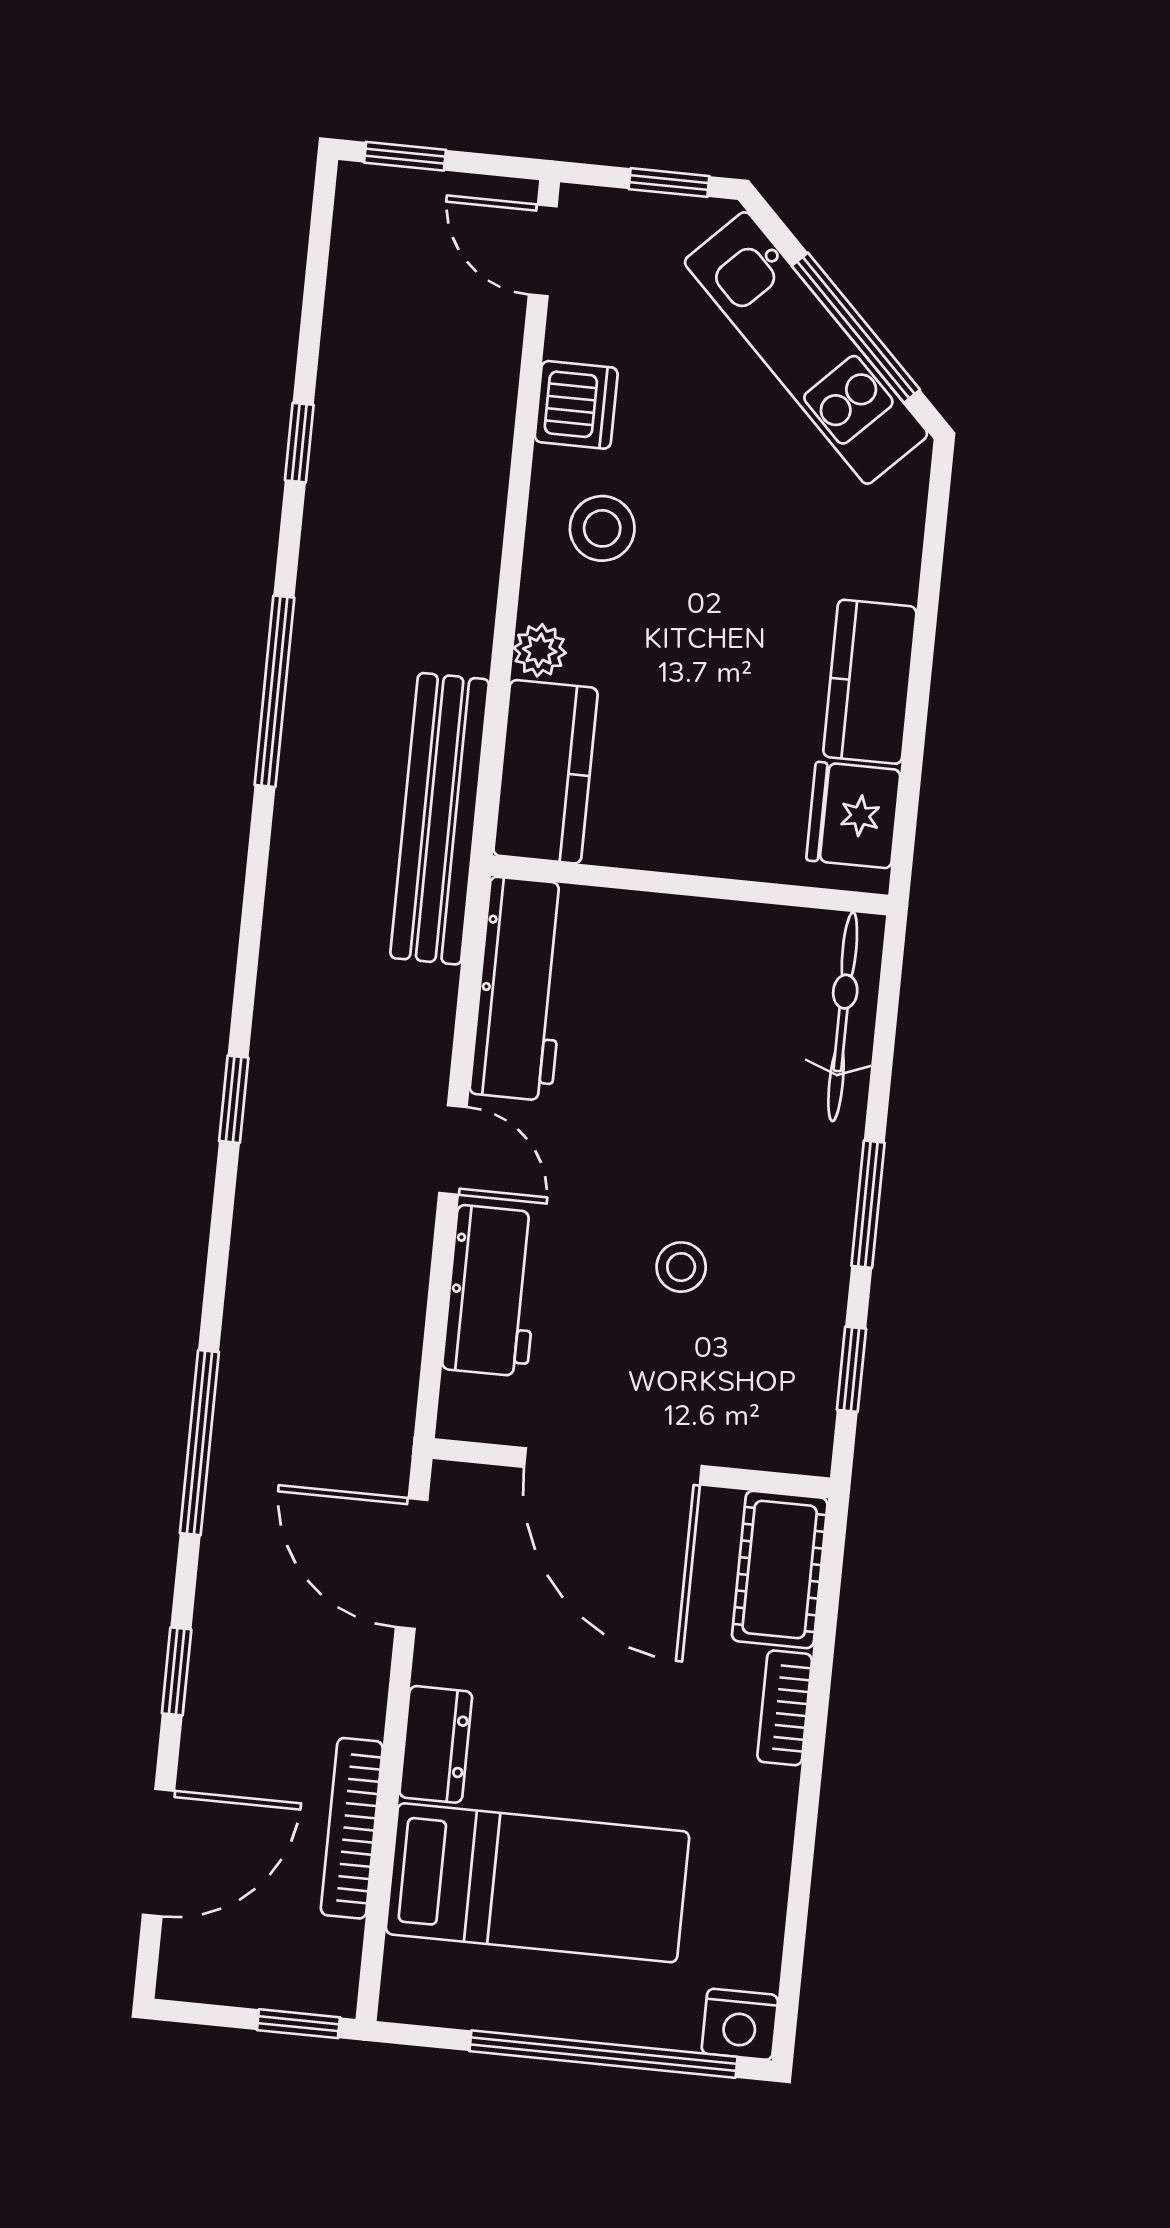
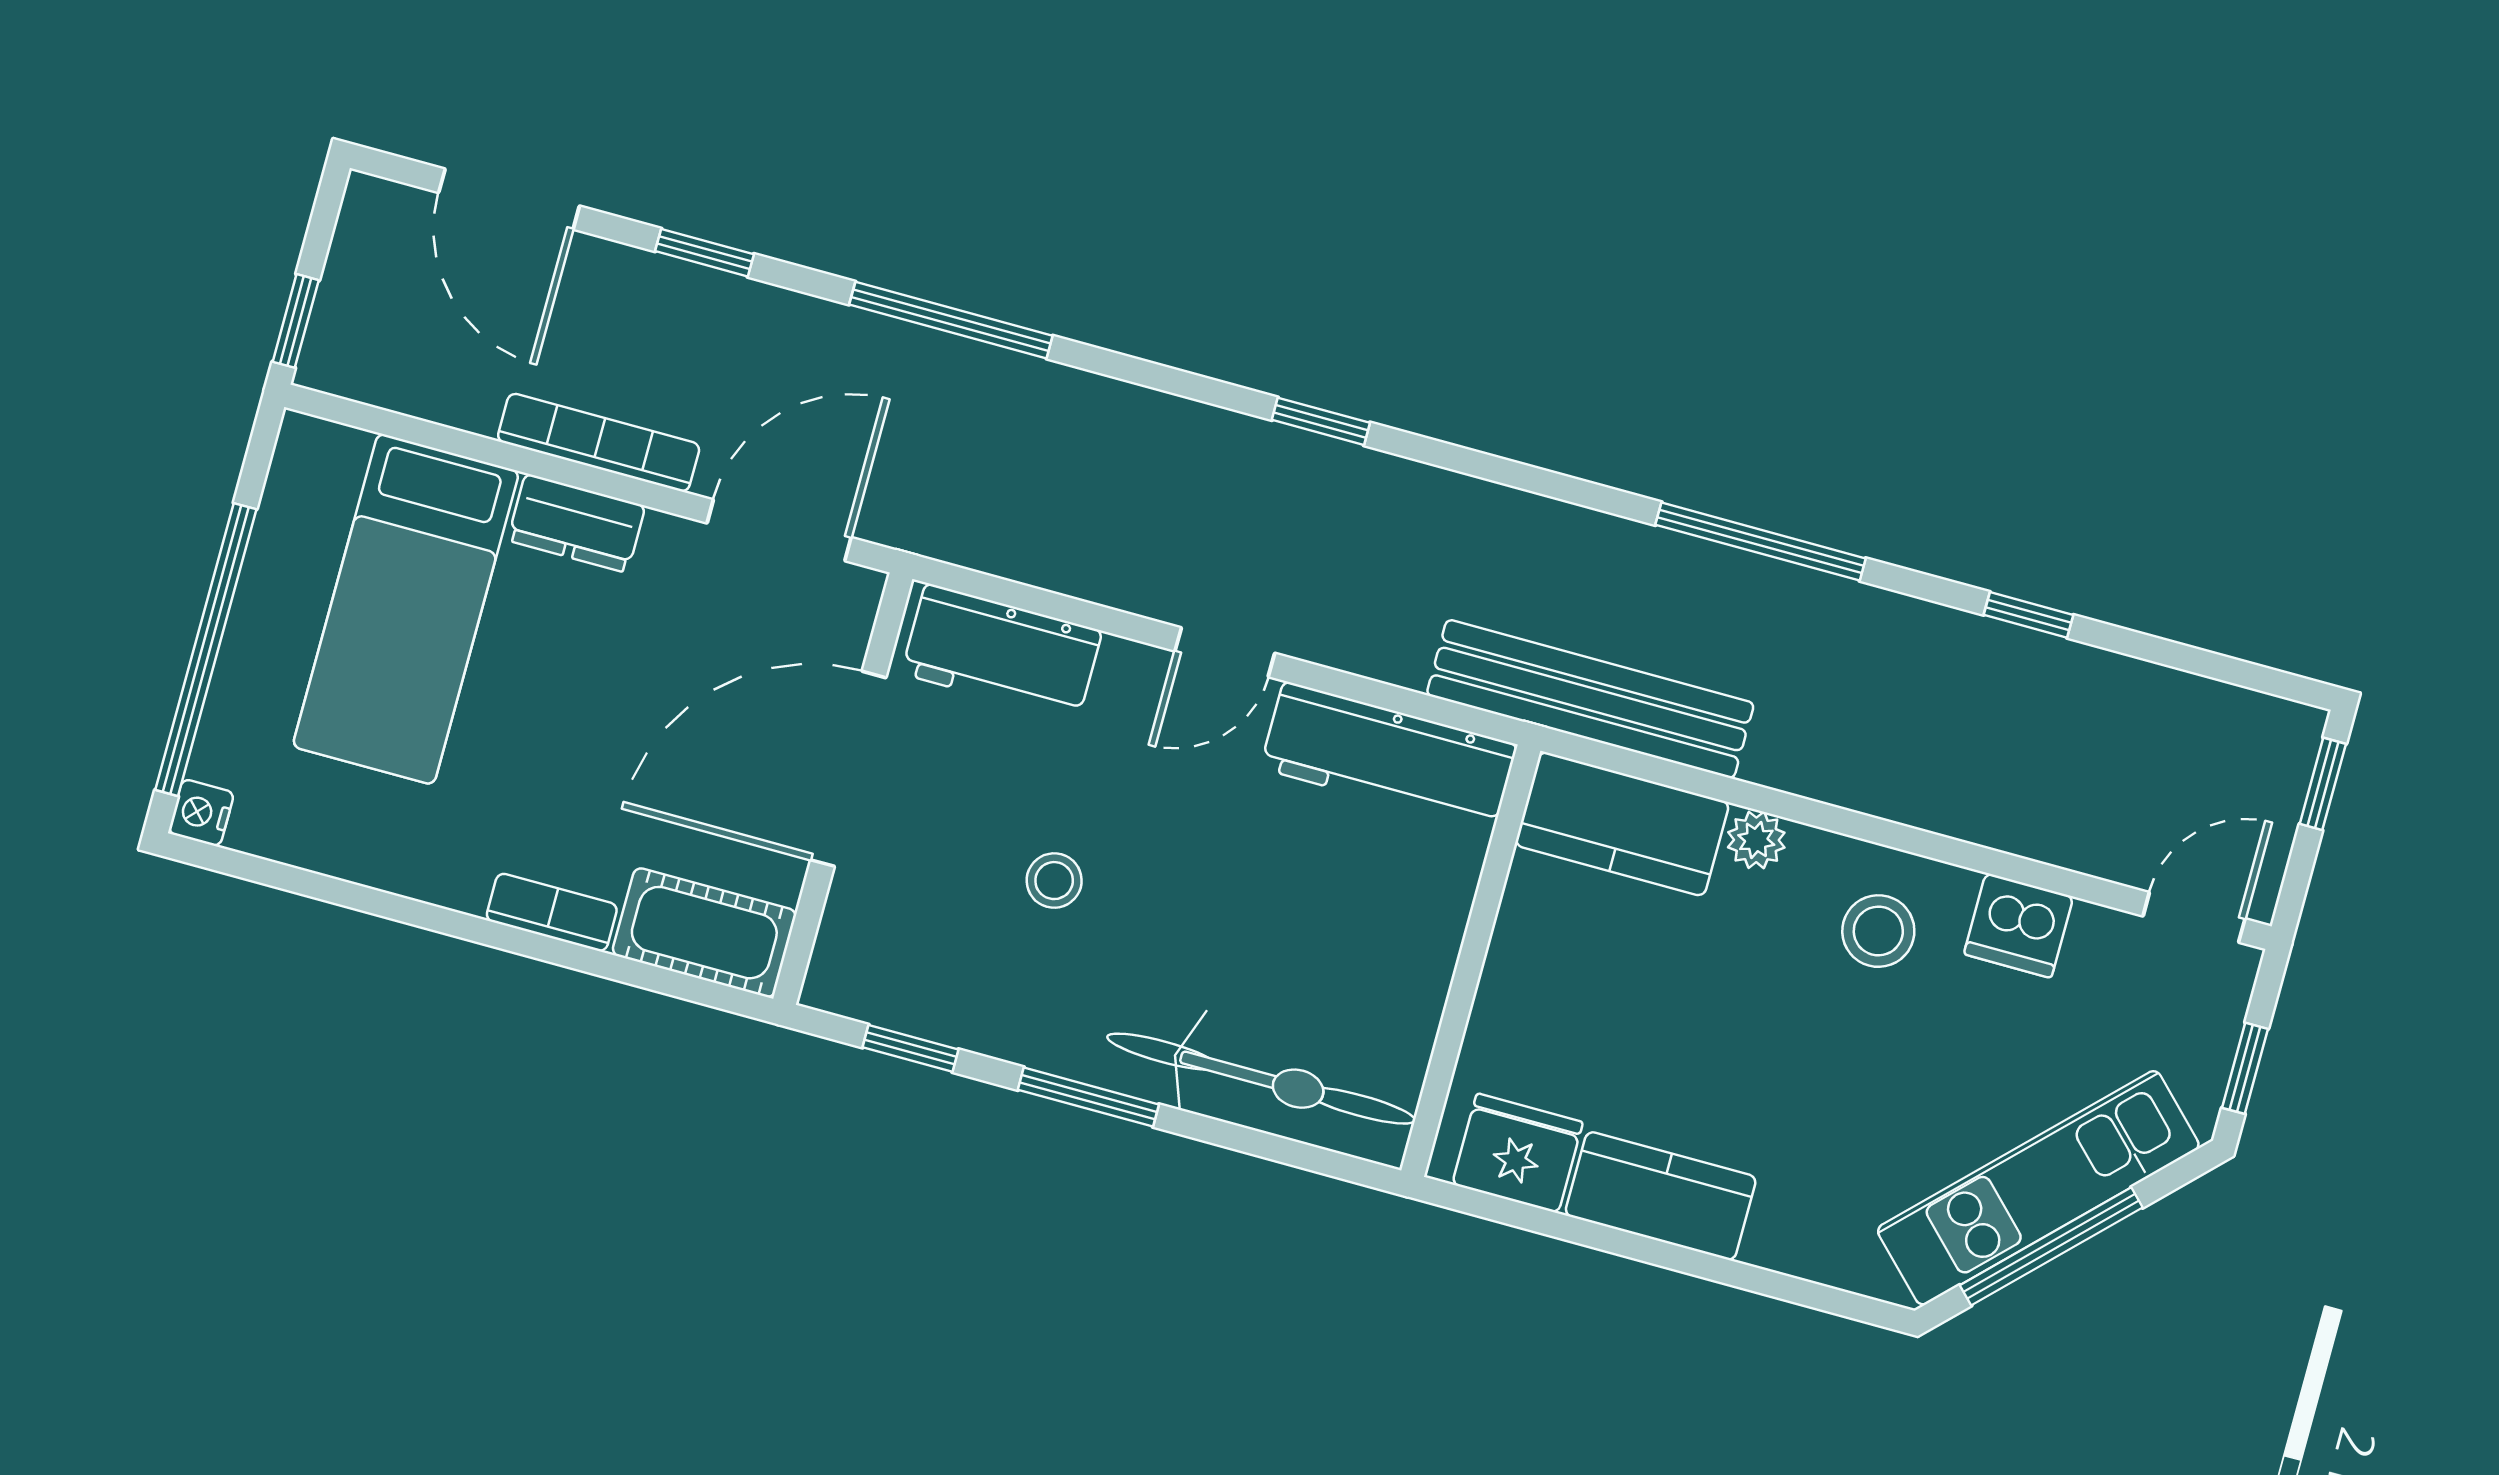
bicycle: (843, 1017) -> (1261, 1079), width x1.37, depth x1.40
workbench: (492, 1291) -> (1002, 652), moved
bookcase: (352, 1828) -> (599, 443), moved
nightstand: (740, 2024) -> (201, 813), width x0.72, depth x0.74

